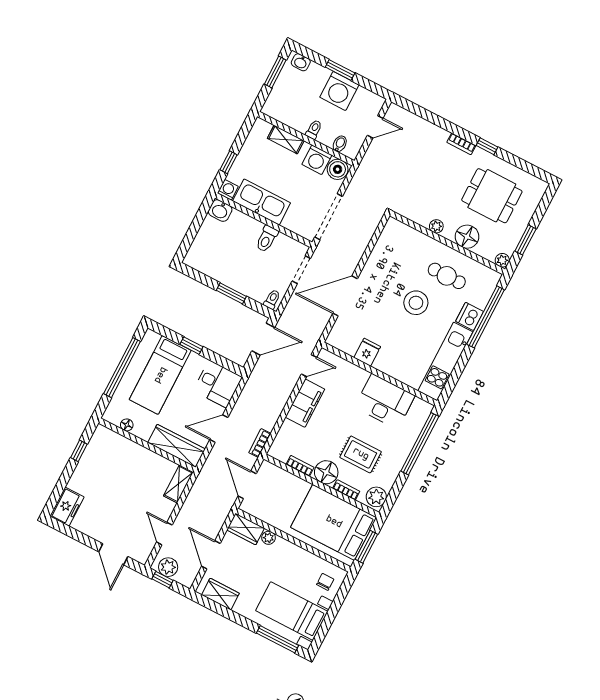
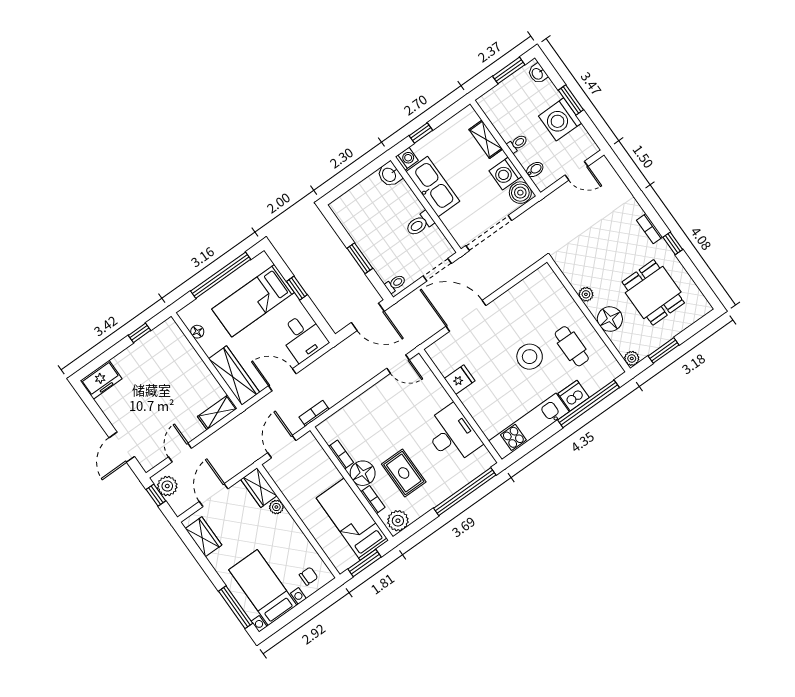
filing cabinet: (305, 403) -> (376, 398), removed
bed: (334, 522) -> (352, 519), width x0.67

